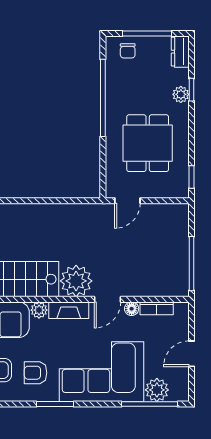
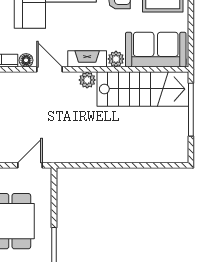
plant: (76, 281) -> (87, 80), width x0.53, depth x0.53
door: (107, 299) -> (49, 69), hinge flipped

